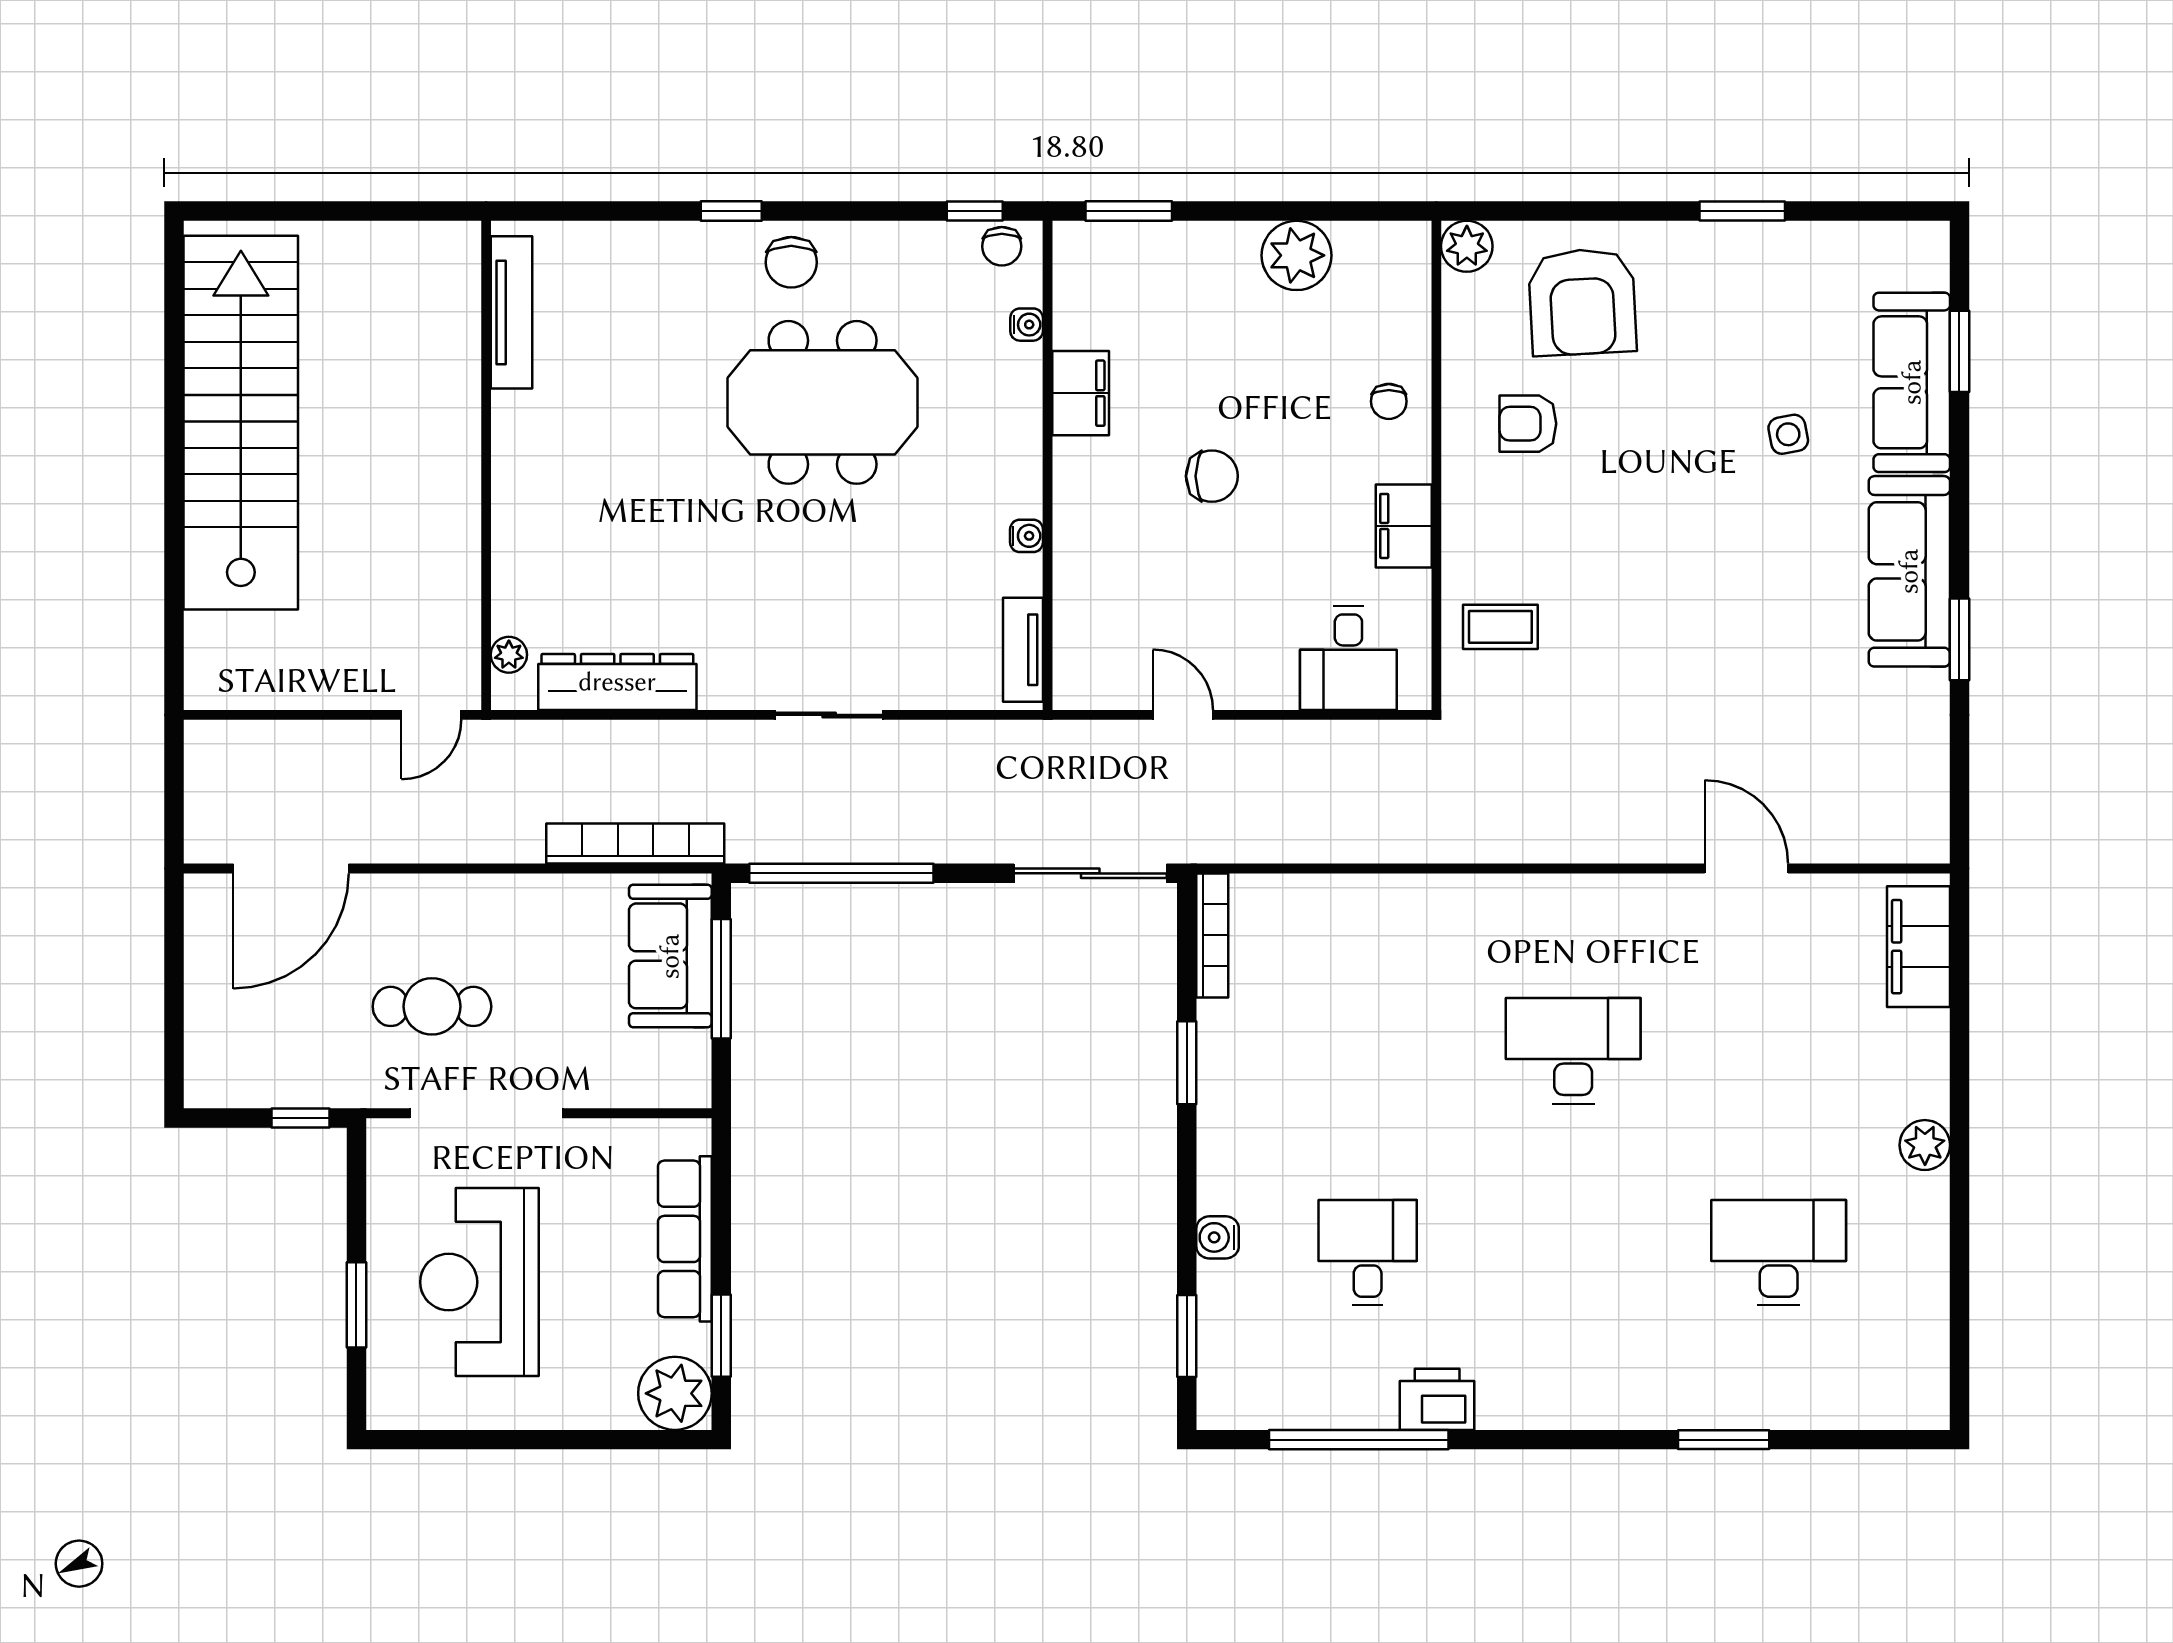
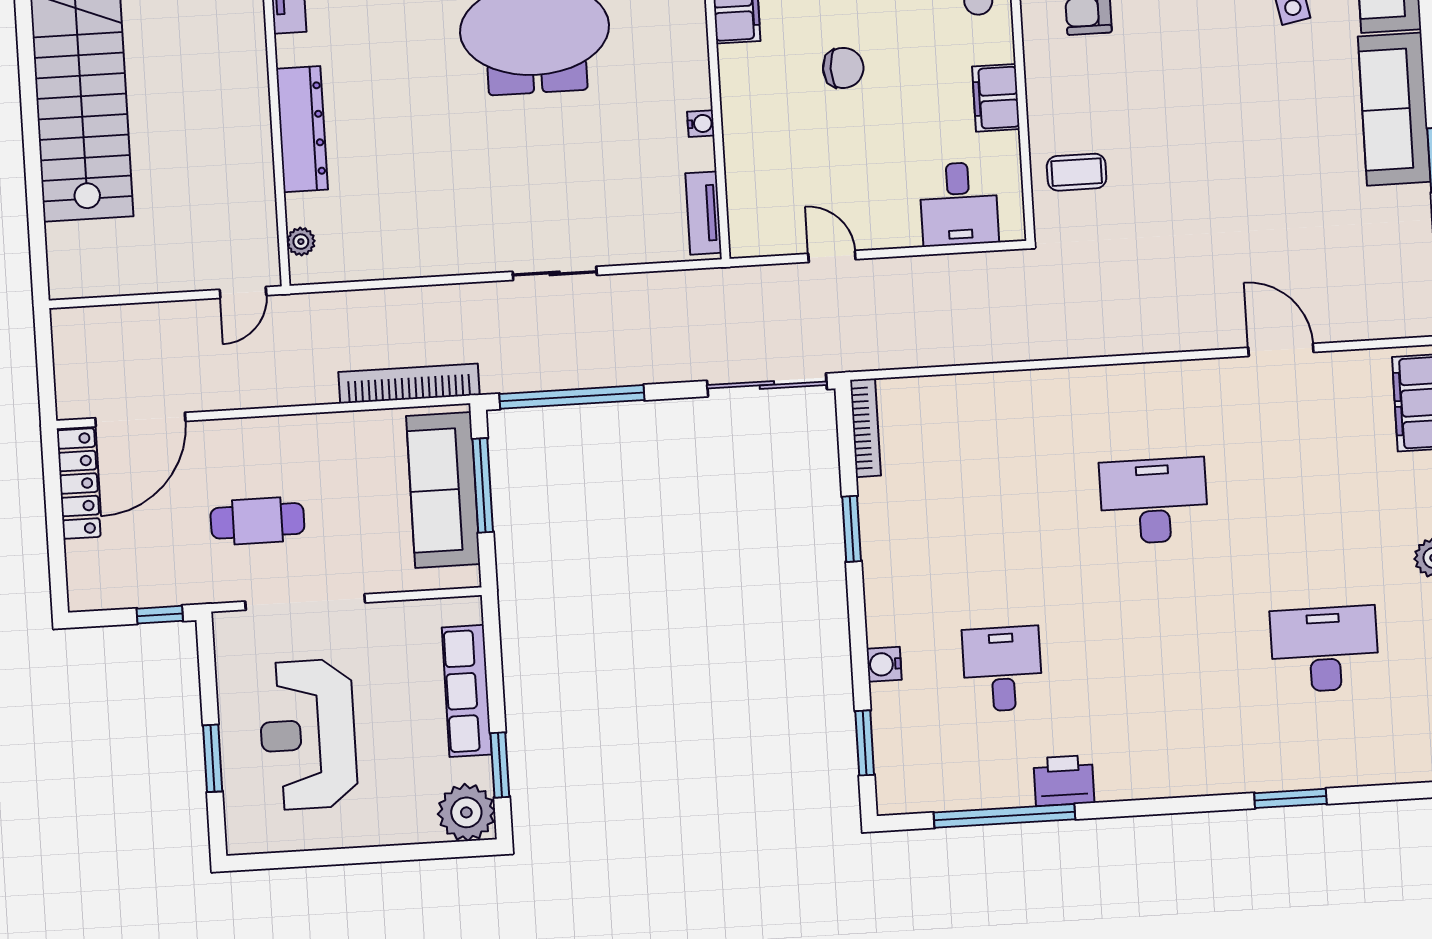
dresser: (617, 682) -> (302, 129), moved, turned 90
locker: (207, 945) -> (79, 484), added
sofa: (670, 956) -> (443, 490), width x1.36

